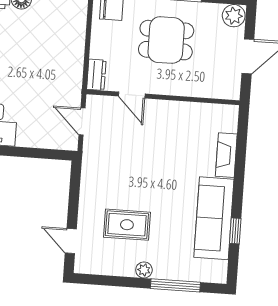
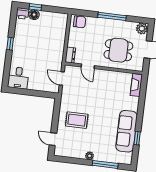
dining table: (166, 40) -> (118, 50), moved
fireplace: (226, 155) -> (136, 85), moved
rug: (127, 225) -> (77, 120), moved

